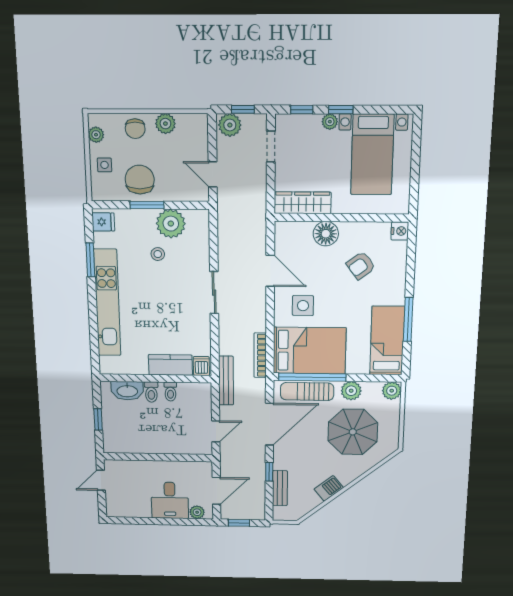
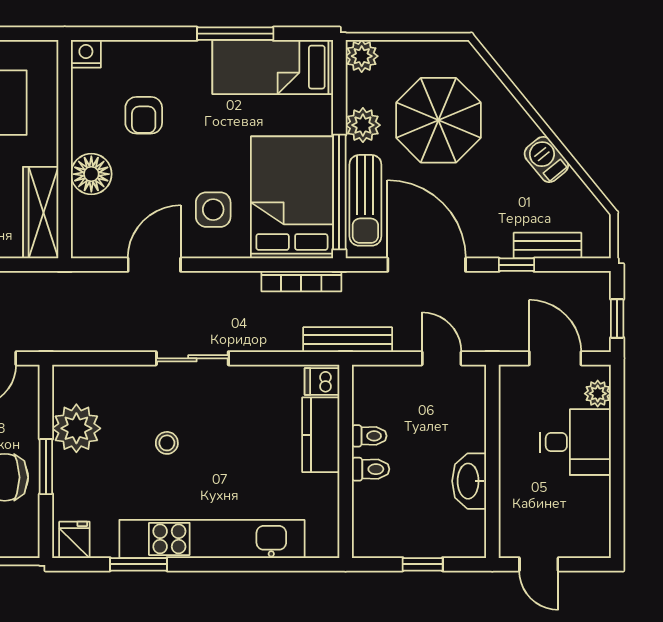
stool: (158, 254) -> (167, 443), moved
armchair: (361, 265) -> (144, 115), turned 37
washbasin: (127, 391) -> (469, 481), moved, turned 180

